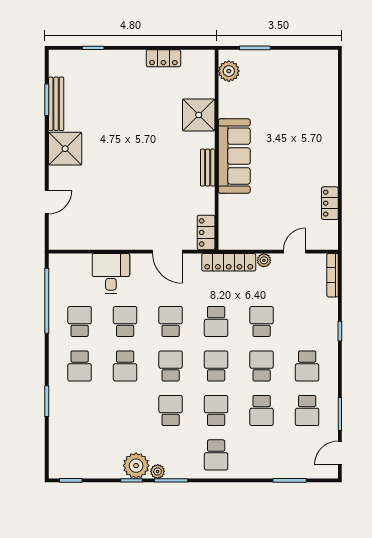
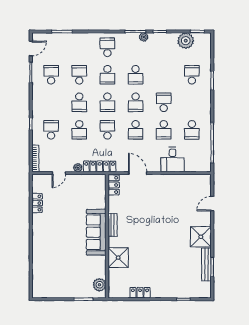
school desk: (80, 366) -> (192, 75), moved
school desk: (307, 366) -> (51, 130), moved
plant: (136, 466) -> (186, 41), moved

